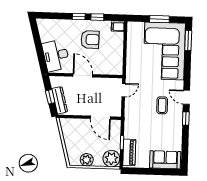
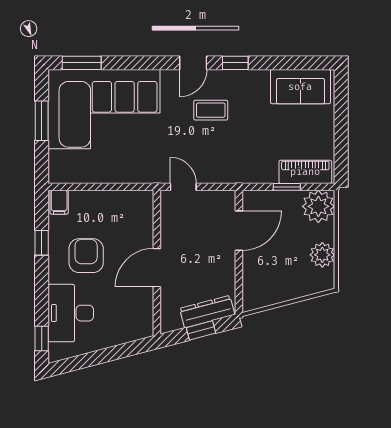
window: (79, 16) -> (42, 339), moved
desk: (56, 55) -> (71, 313), moved, turned 105
sofa: (165, 160) -> (300, 87), moved, turned -90

